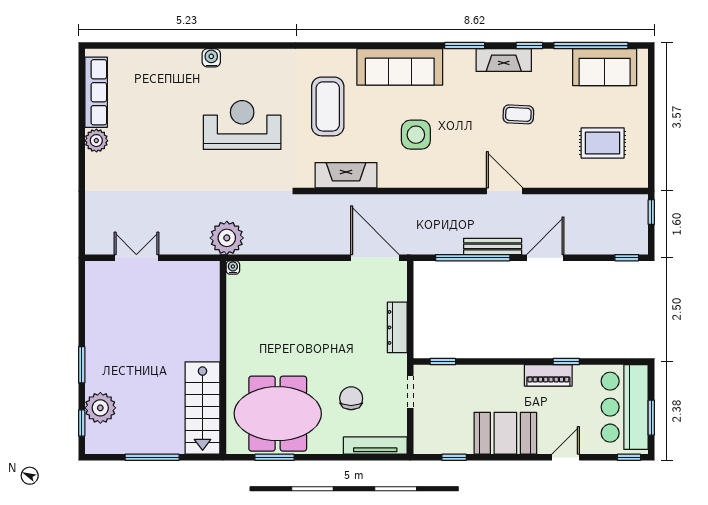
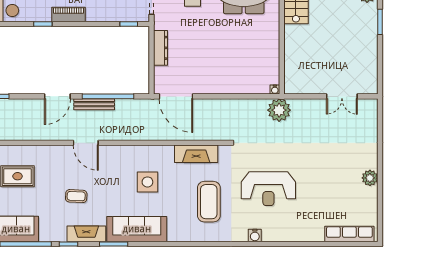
water cooler: (211, 58) -> (255, 235), moved
sofa: (400, 67) -> (137, 229), moved
row of seats: (96, 92) -> (349, 234), moved, turned 90
piano: (548, 375) -> (69, 14), moved

